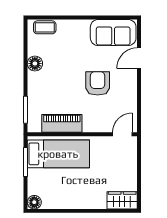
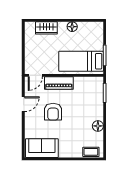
door: (139, 58) -> (23, 104), moved
piano: (62, 123) -> (59, 83), moved
wardrobe: (122, 200) -> (46, 28), moved
floor lamp: (34, 202) -> (72, 27), moved

